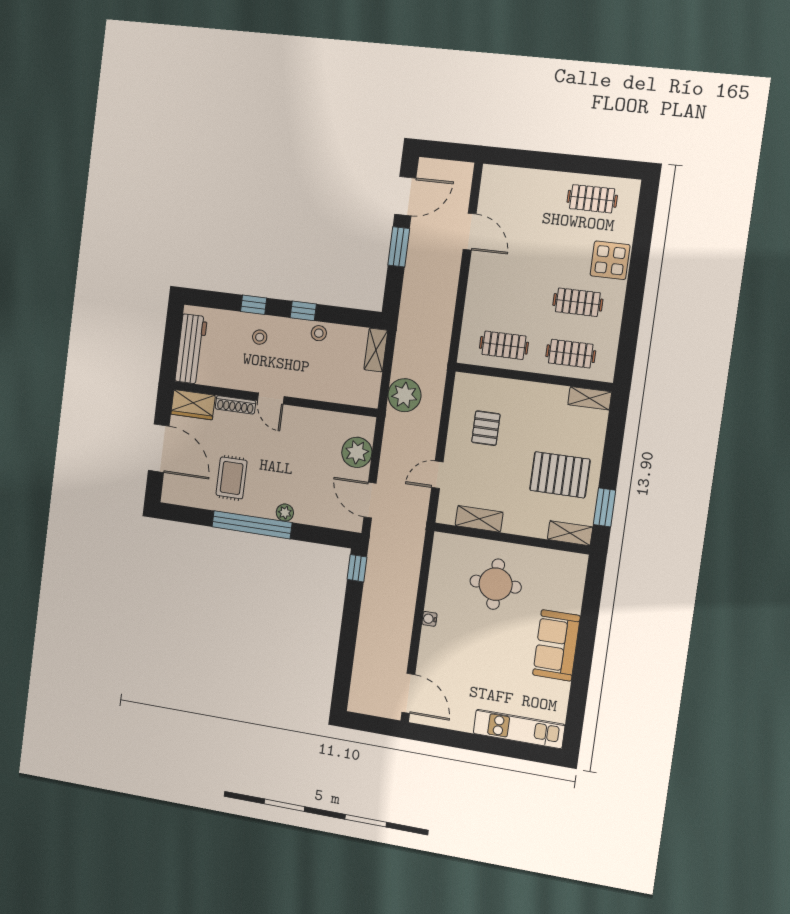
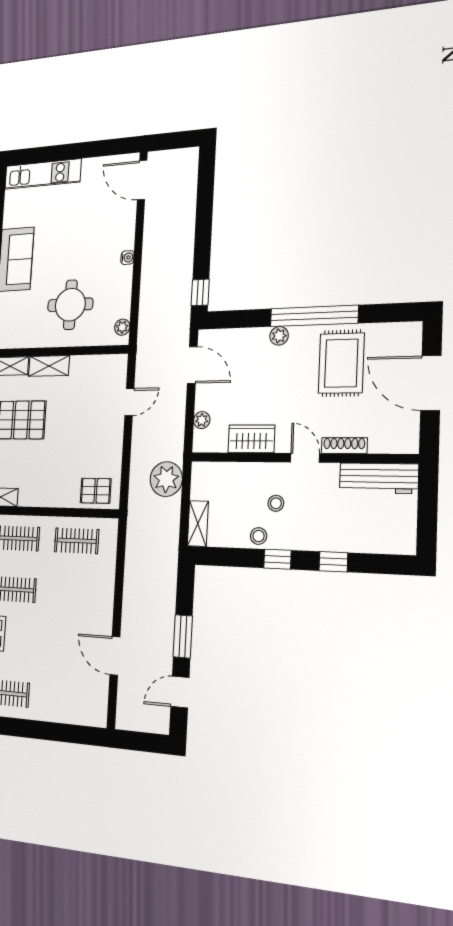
door: (405, 196) -> (180, 692), width x0.73
stool: (260, 337) -> (276, 503), moved
workbench: (191, 349) -> (379, 478), moved, turned -90
wardrobe: (193, 405) -> (251, 439), moved
pallet: (486, 428) -> (96, 491), moved, turned 90
plant: (357, 452) -> (202, 420), width x0.53, depth x0.53
rug: (232, 478) -> (341, 363), width x1.36, depth x1.43
shelving: (479, 519) -> (49, 366), moved
plant: (440, 550) -> (122, 327), added

